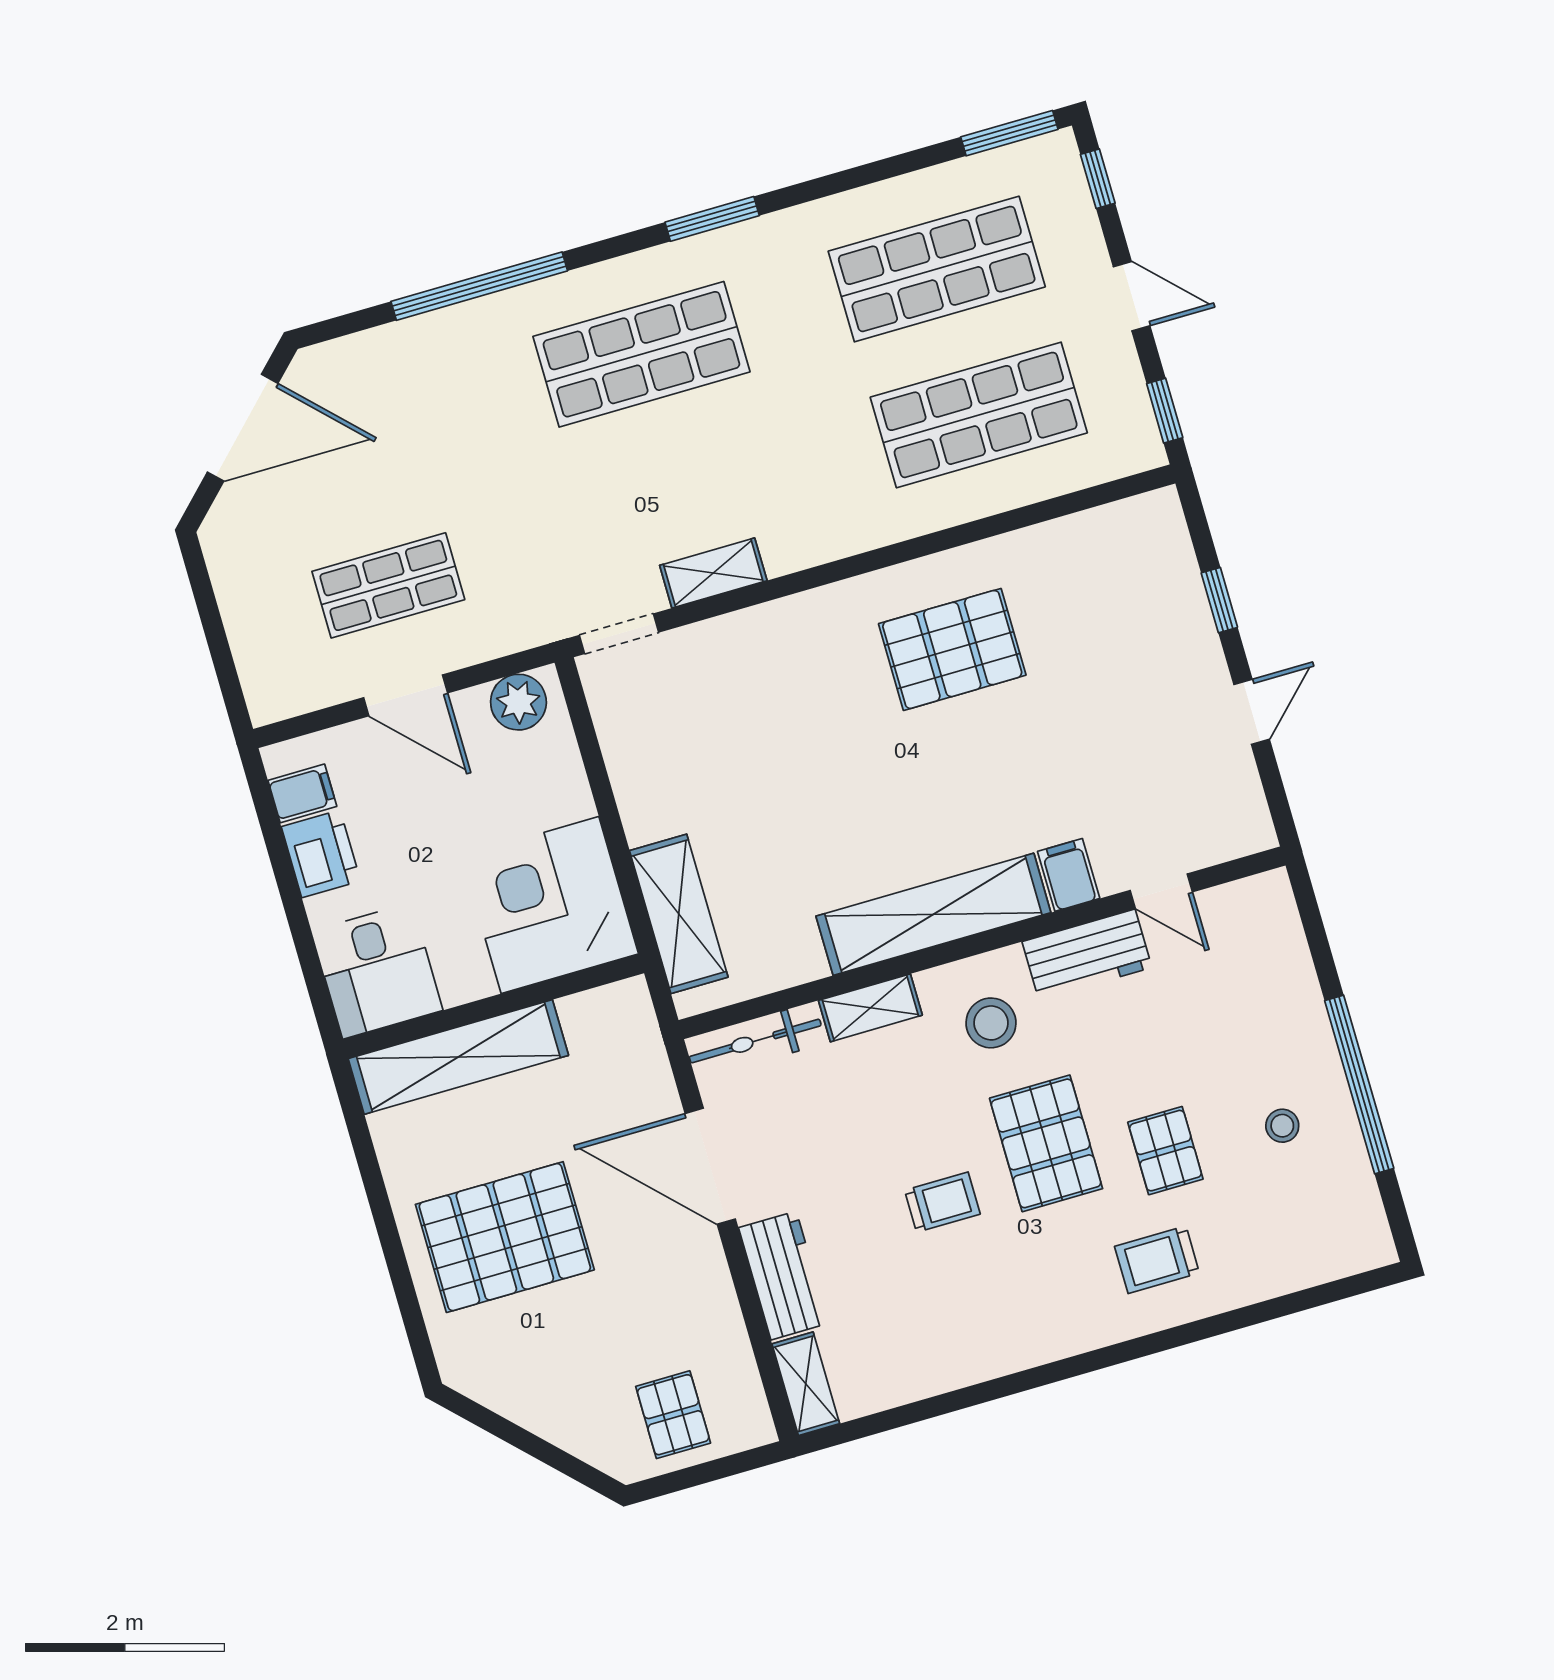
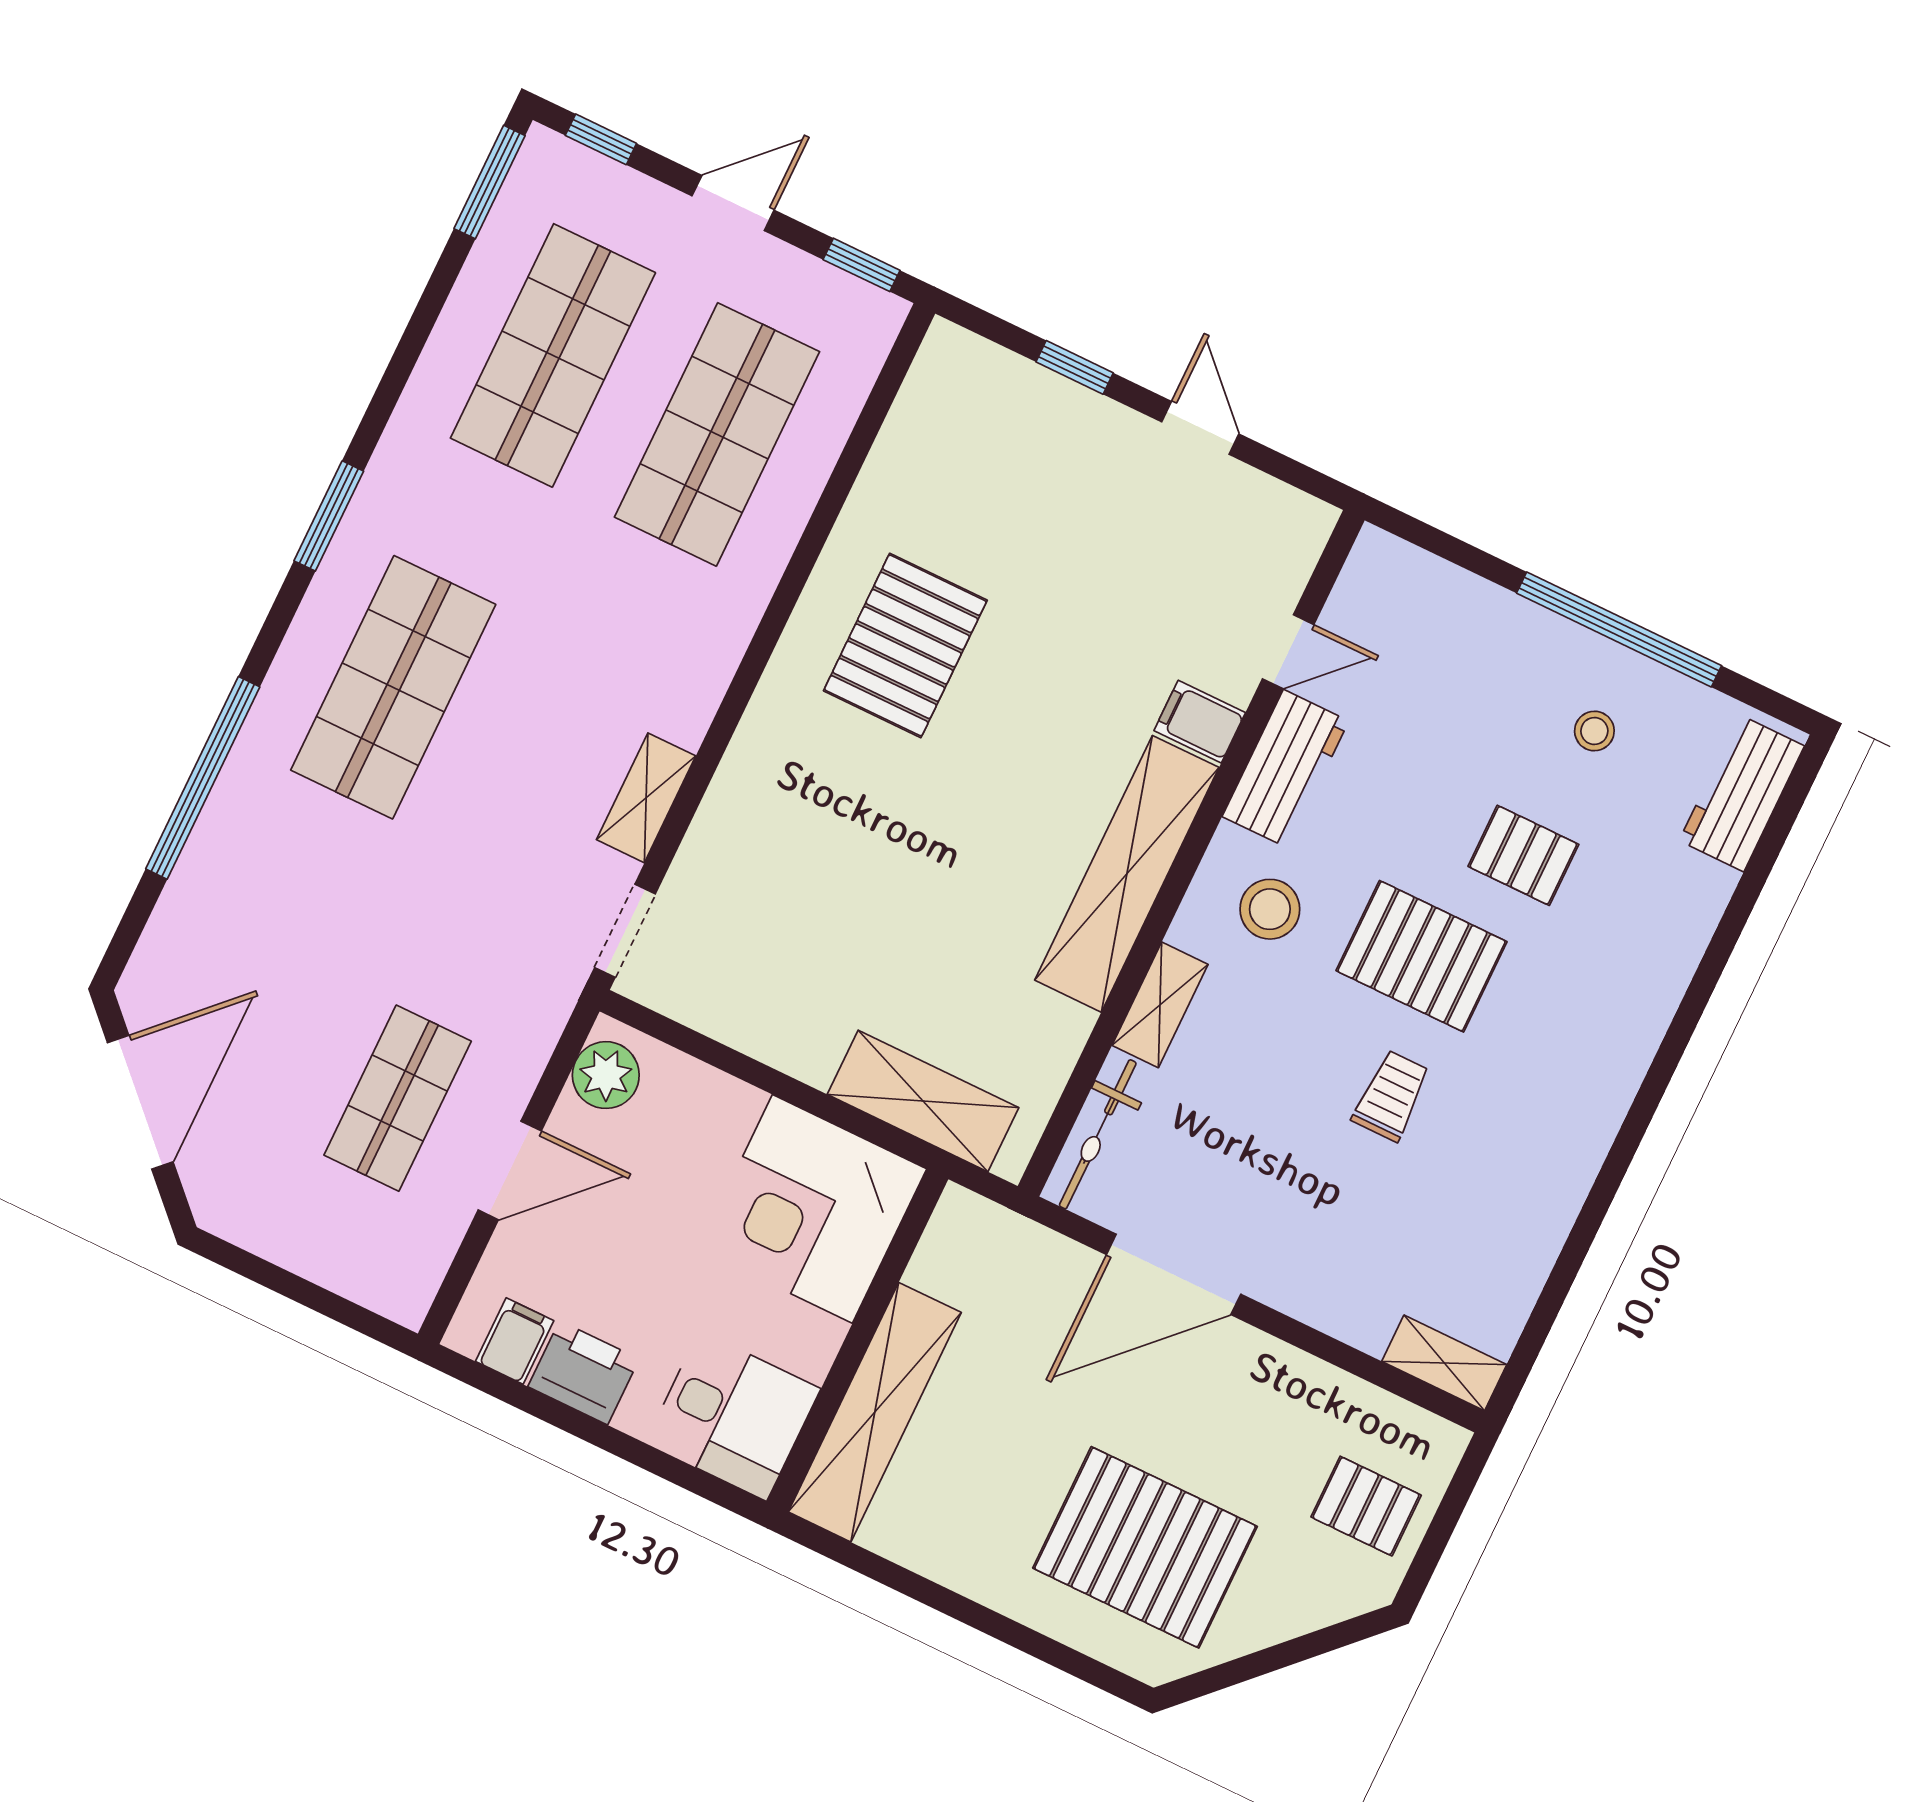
pallet: (505, 1237) -> (1145, 1547), moved, turned 90
trolley: (1157, 1260) -> (1614, 950), removed
workbench: (784, 1276) -> (1742, 793), moved, turned -90

